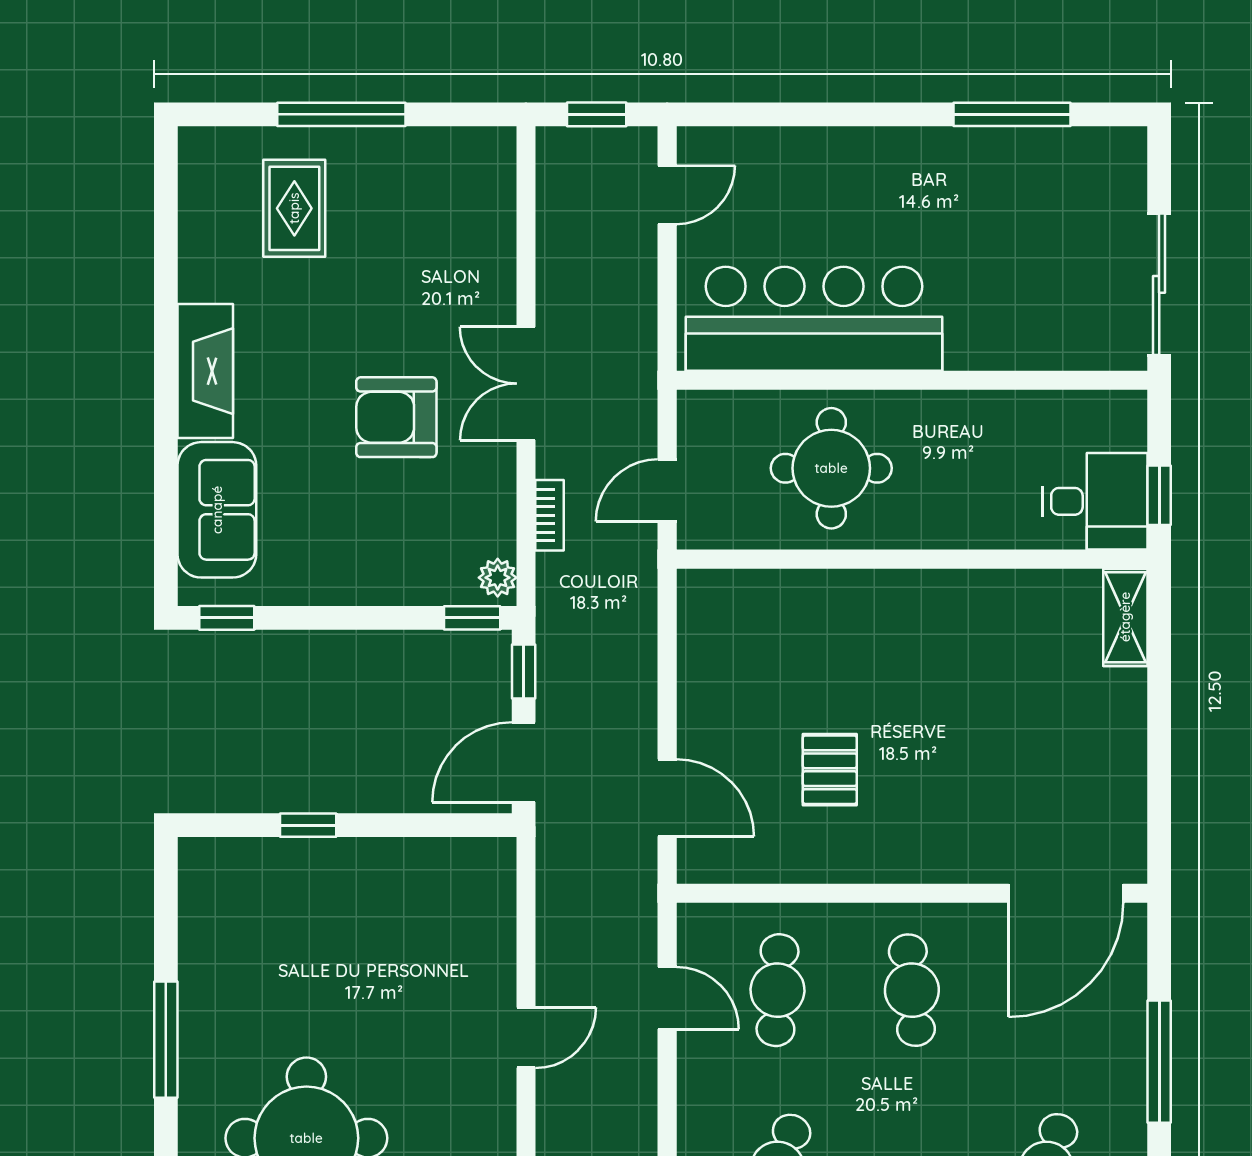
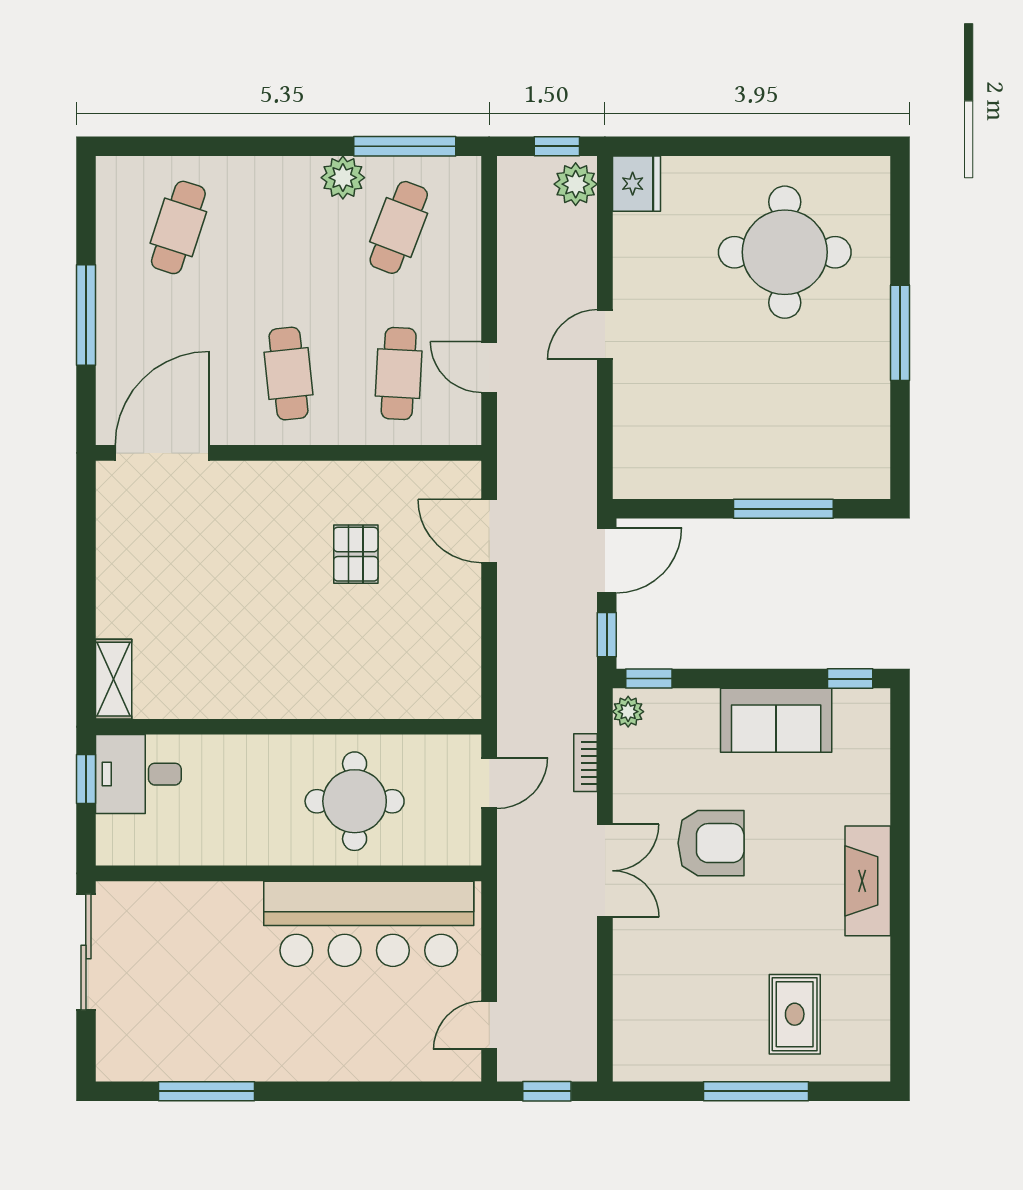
sofa: (217, 510) -> (776, 720), moved, turned -90
window: (308, 825) -> (783, 509), width x2.17

